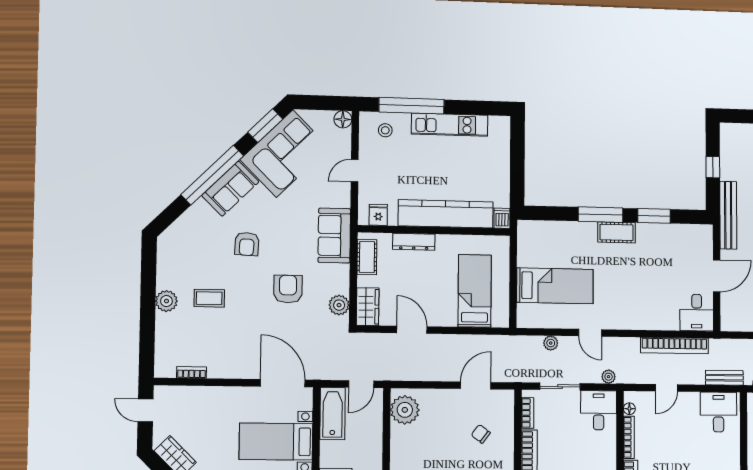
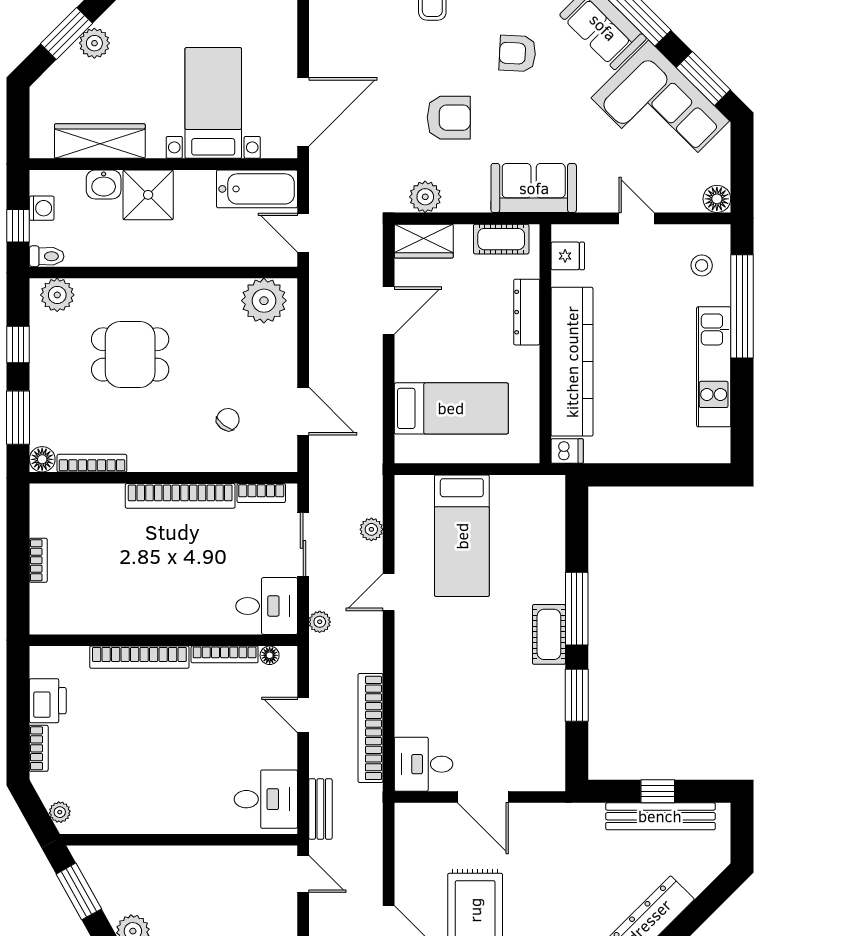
bench: (728, 215) -> (660, 816), moved

